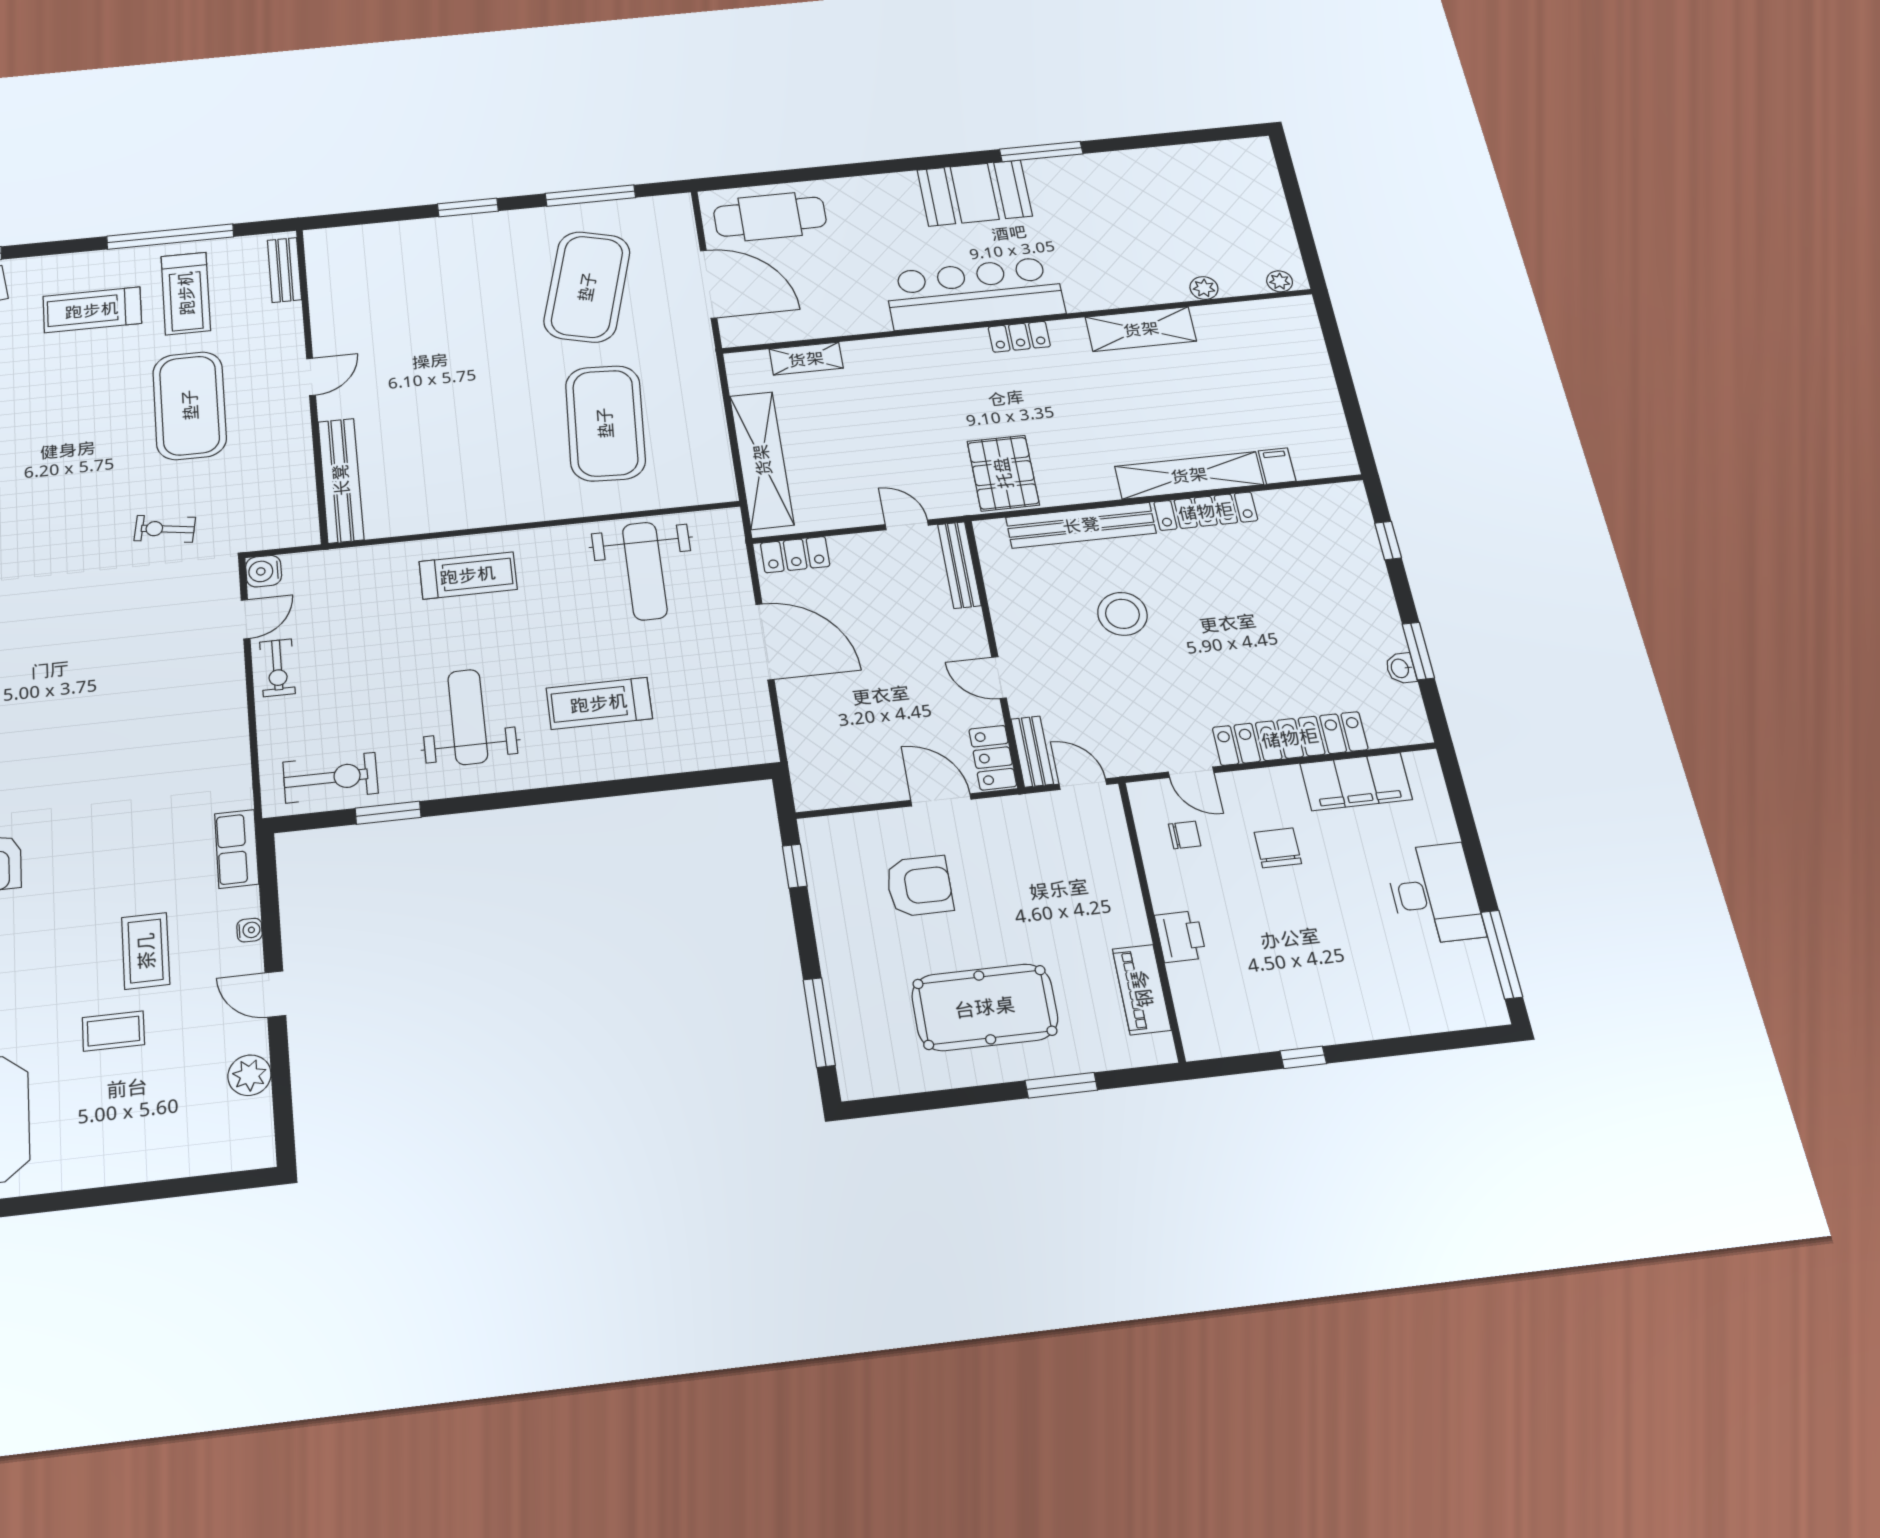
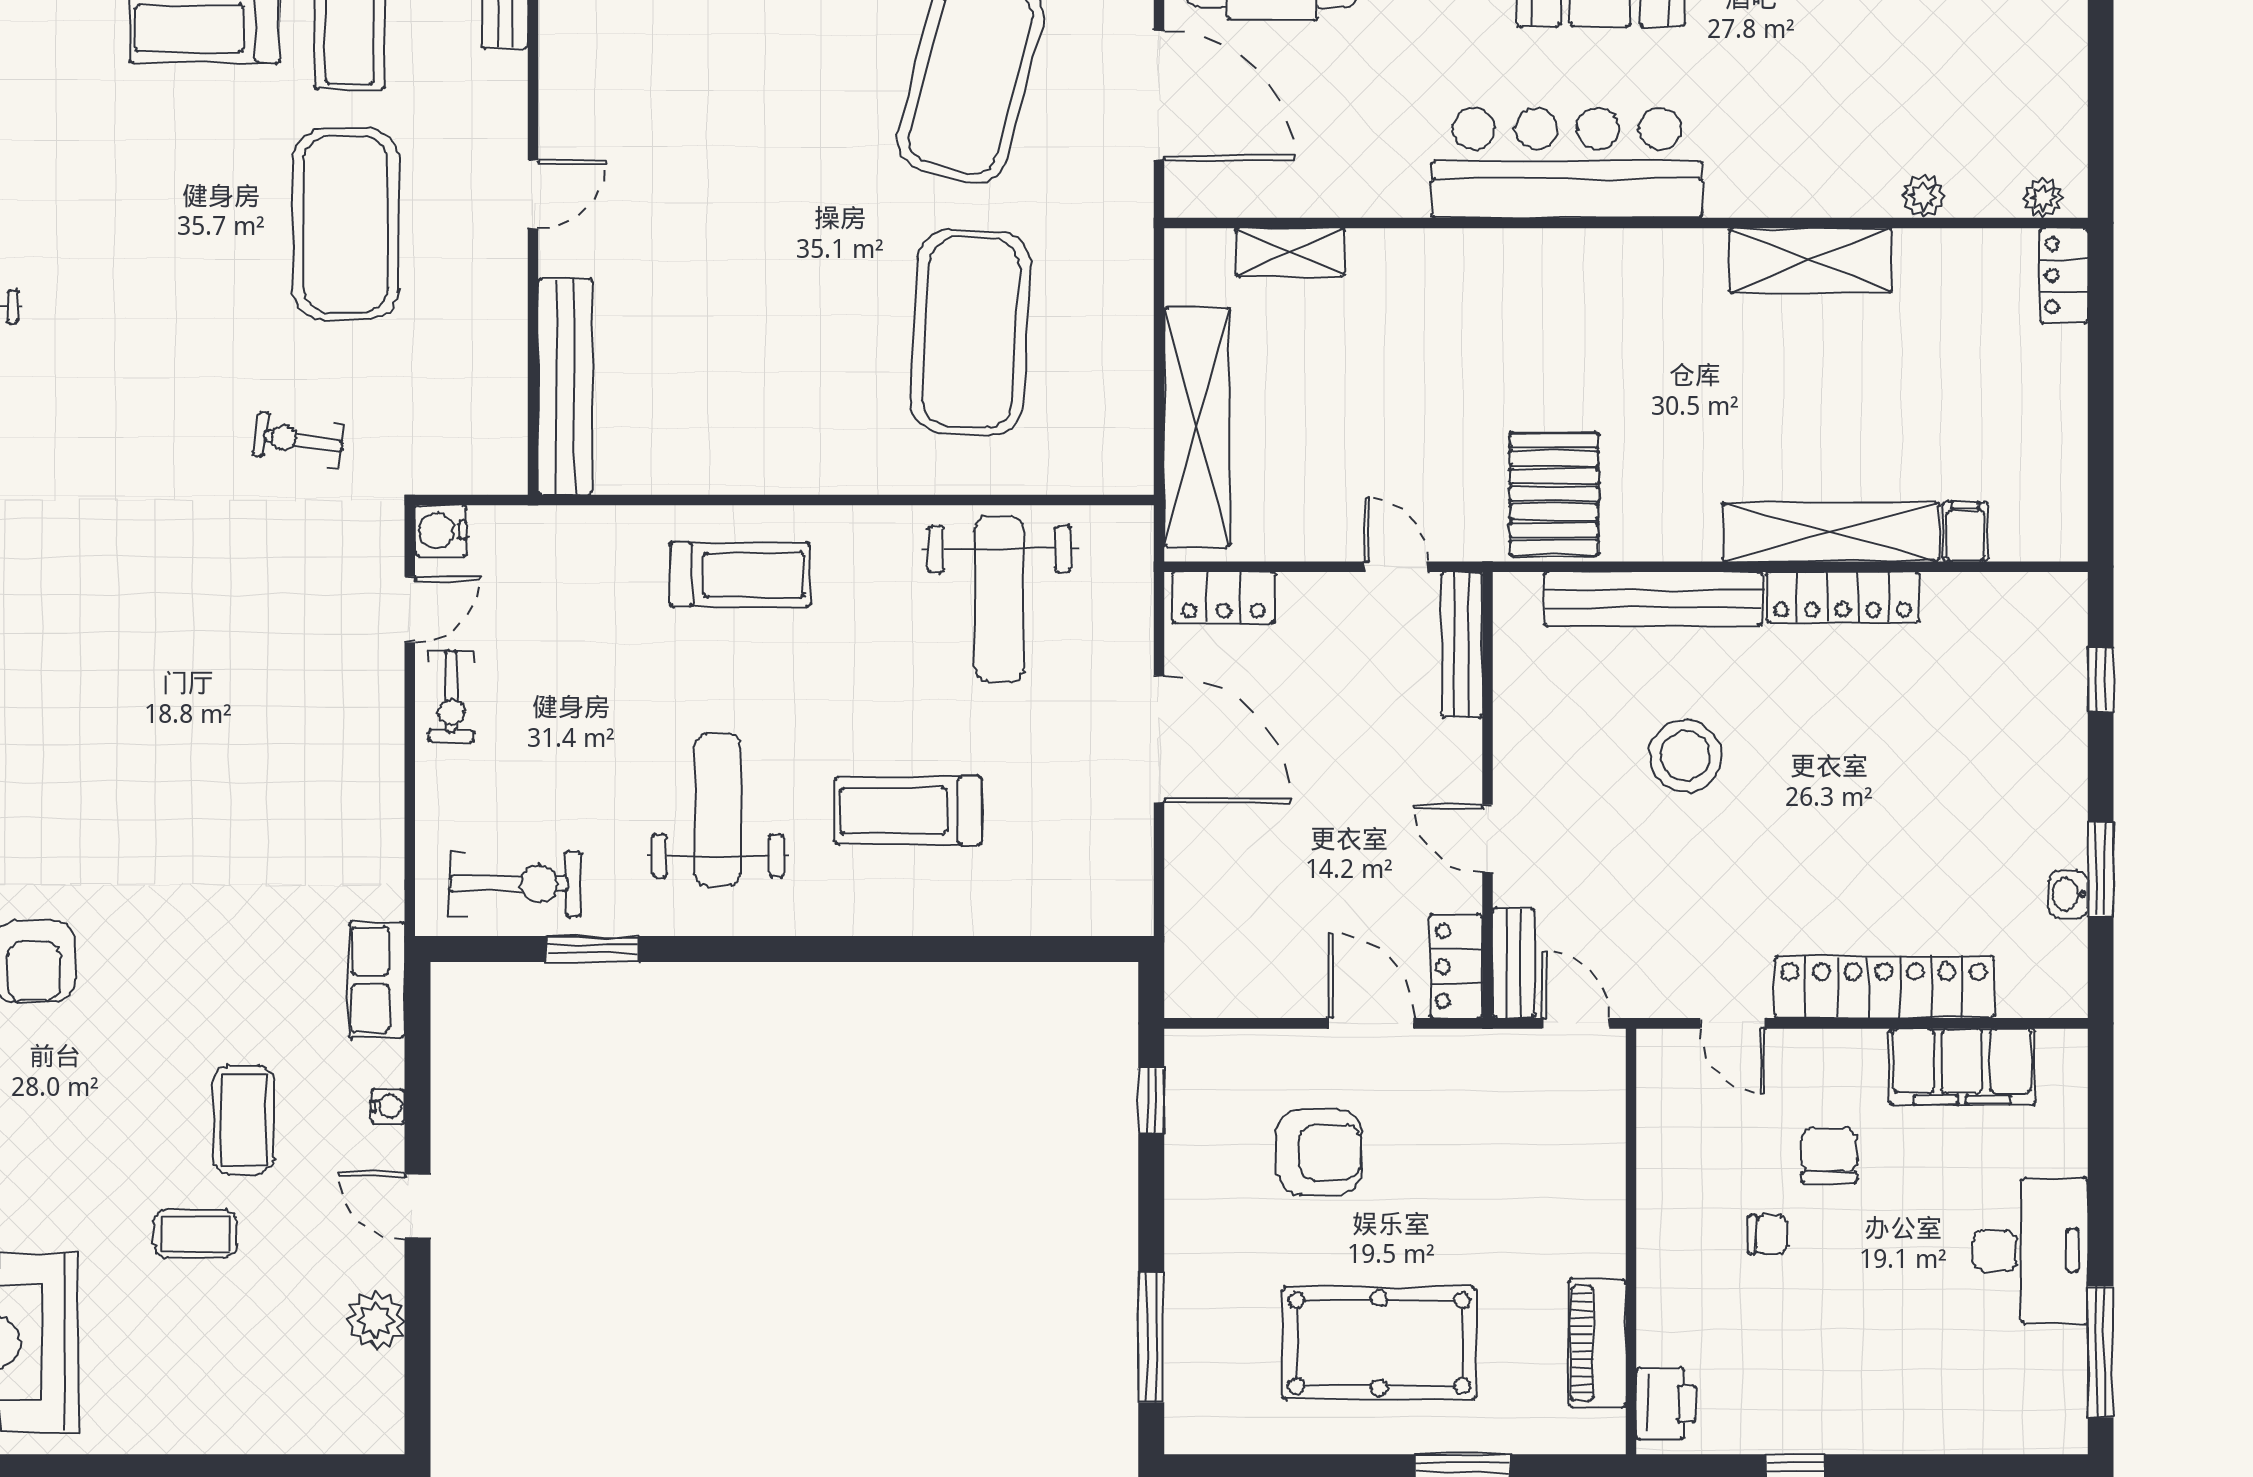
locker: (1019, 337) -> (2064, 275), moved, turned 90
chair: (1185, 835) -> (1767, 1234), moved
printer: (1180, 937) -> (1666, 1404), moved

